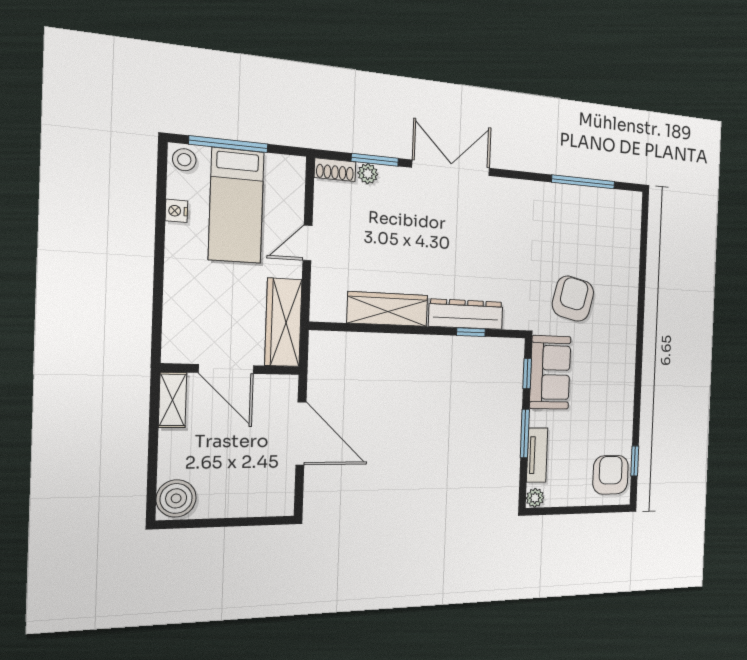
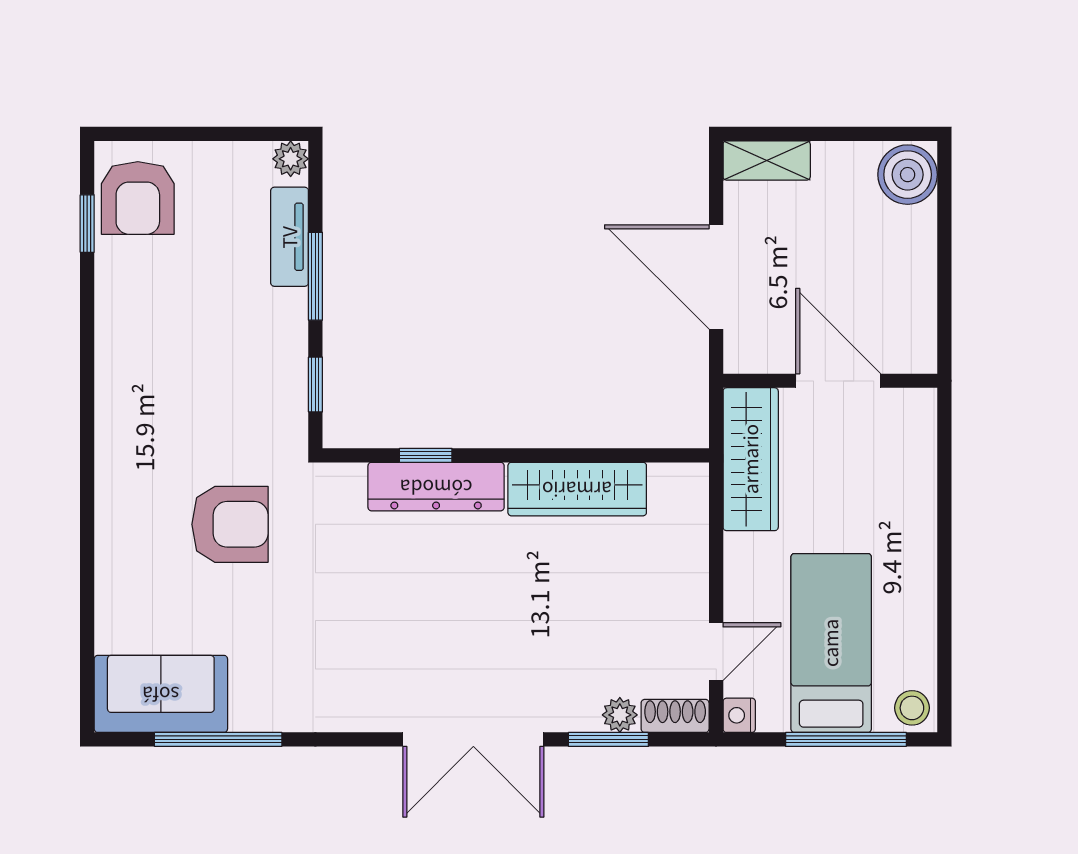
nightstand: (176, 211) -> (739, 715), moved, turned 180
door: (308, 243) -> (716, 652), moved
armchair: (573, 299) -> (230, 524), turned -103
sofa: (550, 372) -> (161, 694), moved, turned 90
shelving: (173, 400) -> (767, 160), moved, turned 90

